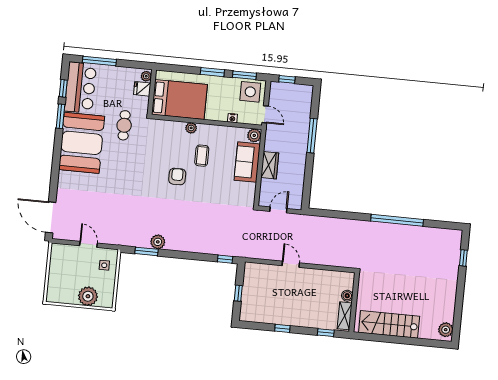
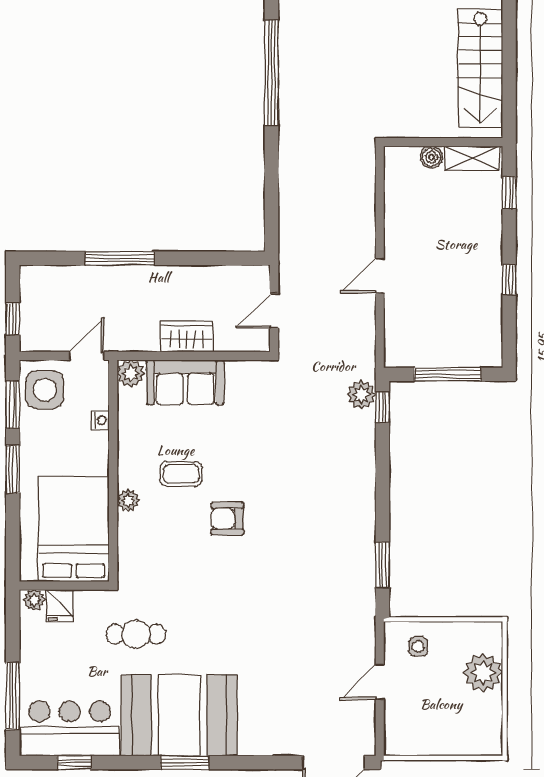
window: (61, 116) -> (185, 763), moved
door: (278, 210) -> (274, 311), hinge flipped
plant: (158, 242) -> (361, 395), moved
window: (238, 293) -> (448, 374), width x2.17

